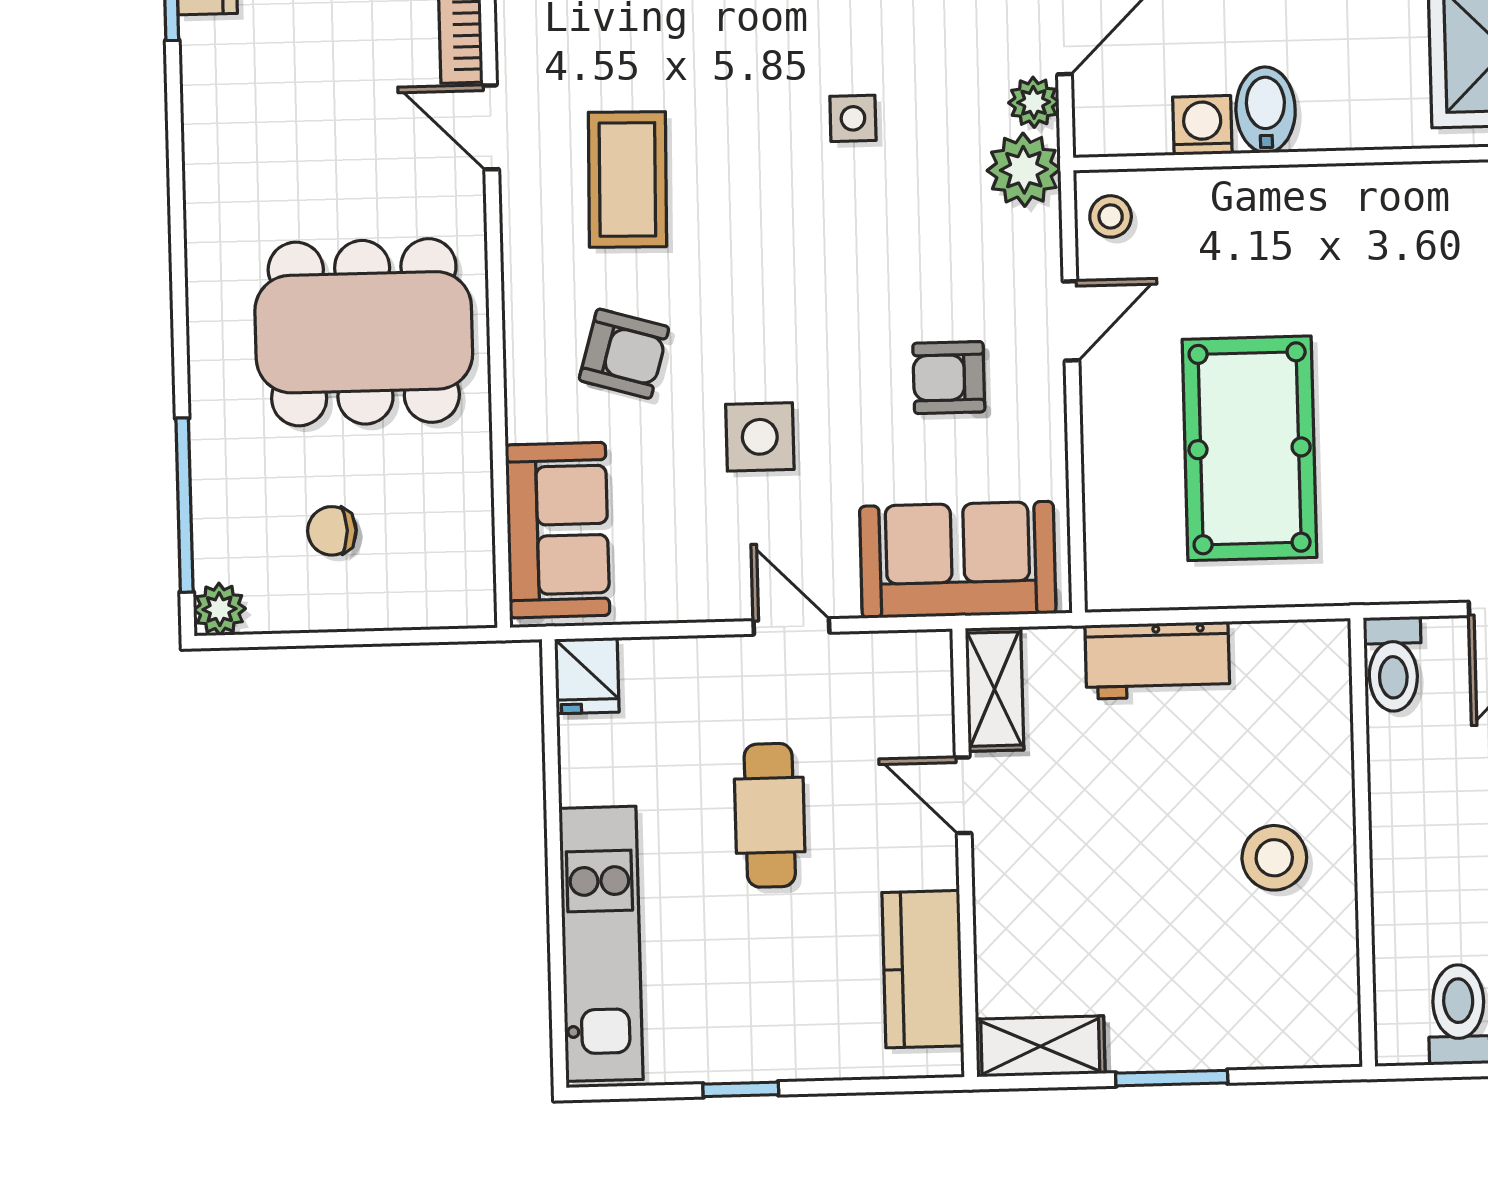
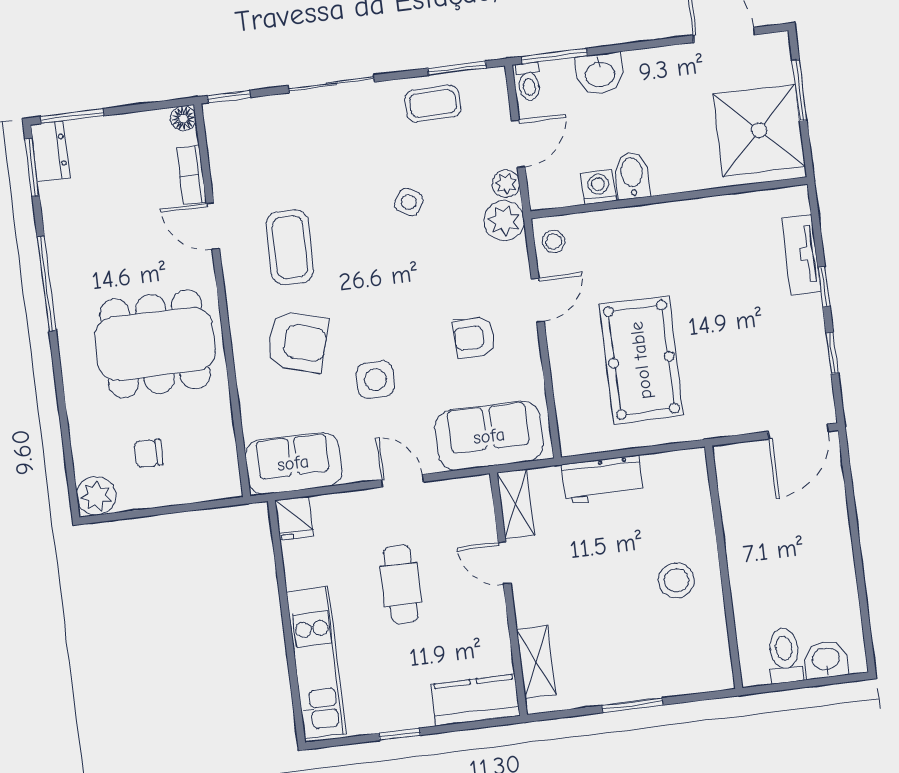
side table: (853, 118) -> (409, 202), turned 36
armchair: (624, 354) -> (297, 342), width x1.38, depth x1.38
window: (184, 505) -> (47, 284), moved
sofa: (558, 530) -> (293, 463), moved, turned -90
plant: (220, 609) -> (96, 496), width x1.38, depth x1.38
toilet: (1393, 664) -> (731, 469), removed
kitchen counter: (923, 969) -> (476, 700), moved, turned 90
shelving: (1040, 1046) -> (536, 662), moved, turned 90

